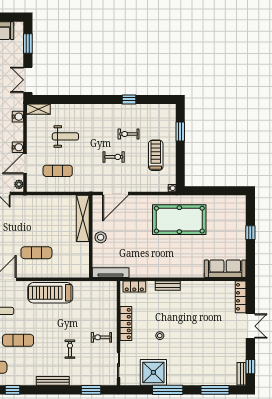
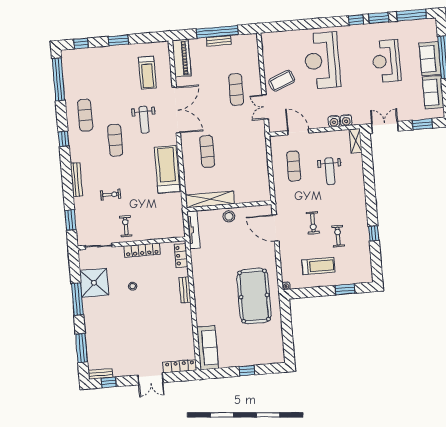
water cooler: (18, 147) -> (334, 121), moved
plant: (19, 184) -> (276, 127), removed
shelving: (83, 218) -> (210, 199), moved

